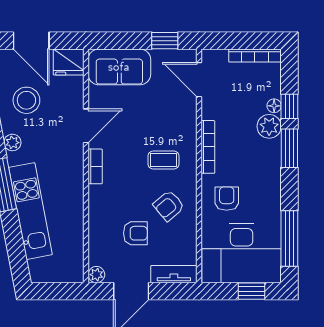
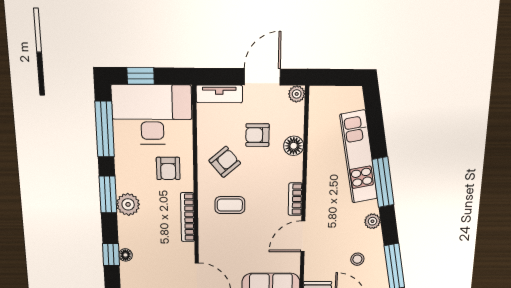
stool: (26, 100) -> (357, 259), width x0.53, depth x0.53
plant: (269, 126) -> (128, 204), moved
window: (289, 148) -> (108, 194), moved
floor lamp: (98, 222) -> (294, 146), added

